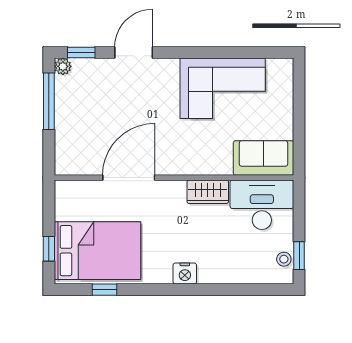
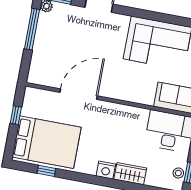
wardrobe: (208, 192) -> (130, 174), moved, turned 180
window: (49, 249) -> (16, 115), moved

